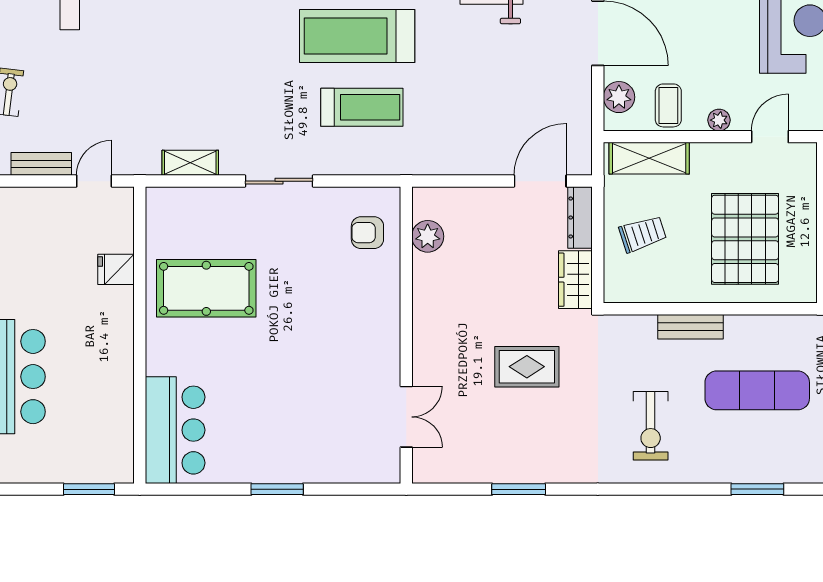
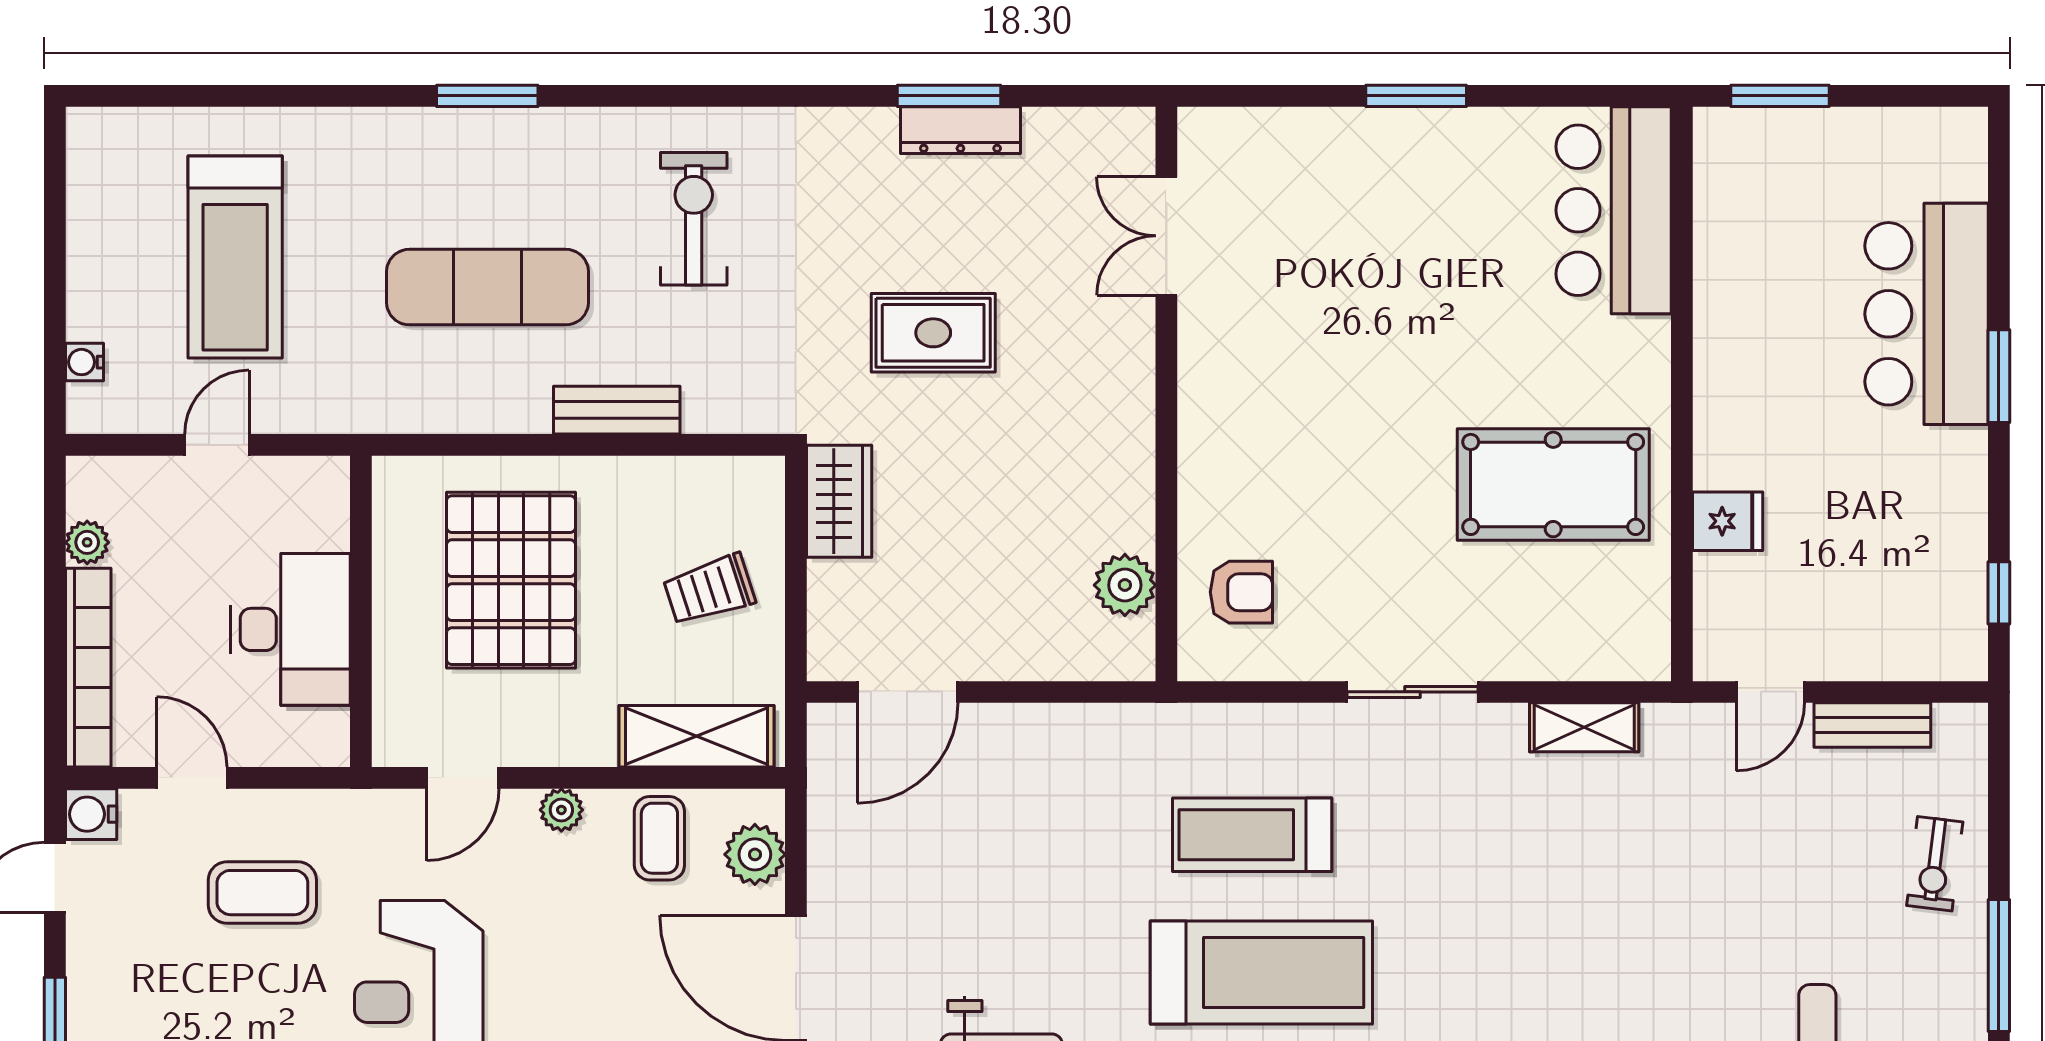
dresser: (580, 218) -> (960, 130), moved, turned 90

